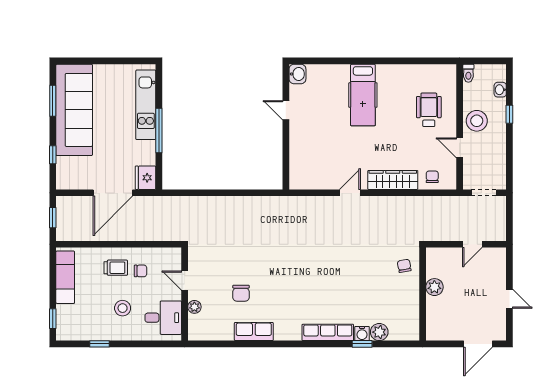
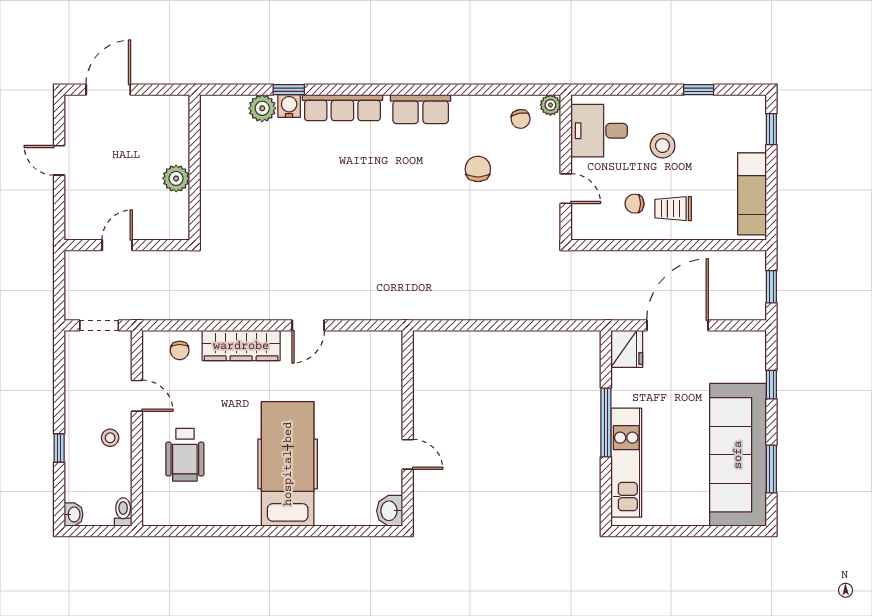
washbasin: (500, 90) -> (74, 514), moved
hospital bed: (363, 95) -> (288, 464), width x1.37, depth x1.29
stool: (477, 121) -> (110, 438), width x0.53, depth x0.53
chair: (404, 266) -> (521, 119), moved
plant: (194, 307) -> (550, 105), moved
row of seats: (254, 331) -> (421, 109), moved

